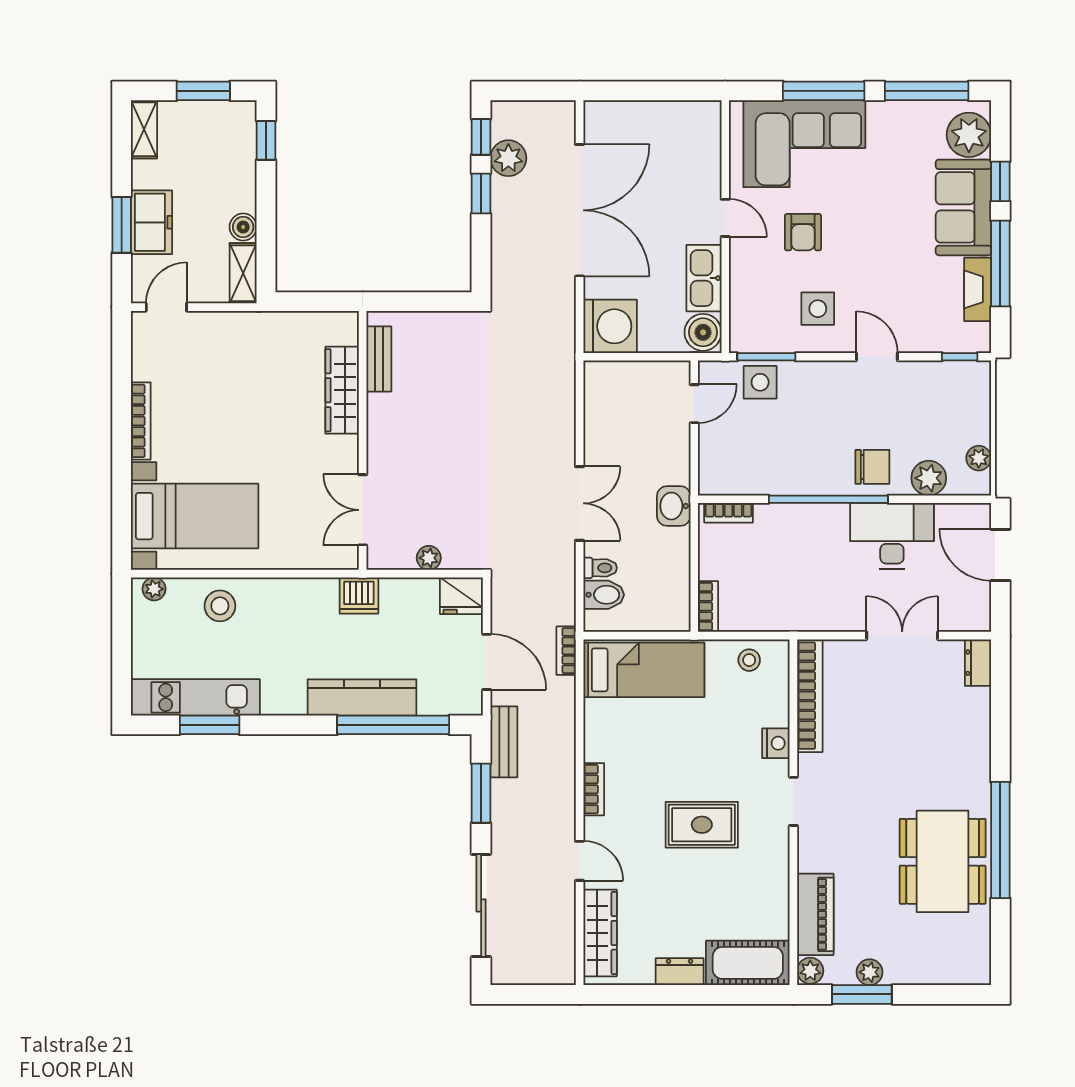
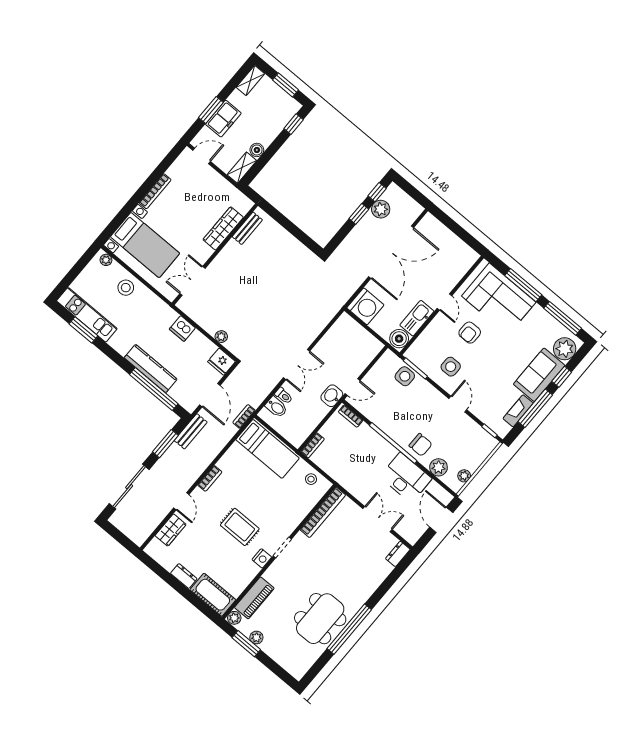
bench: (379, 359) -> (247, 228), moved
wardrobe: (342, 390) -> (223, 228), moved
door: (694, 404) -> (353, 387), moved
wall: (363, 440) -> (215, 254), moved
double door: (363, 510) -> (192, 281), moved
nightstand: (776, 743) -> (262, 558), moved
wardrobe: (600, 933) -> (171, 530), width x0.67

